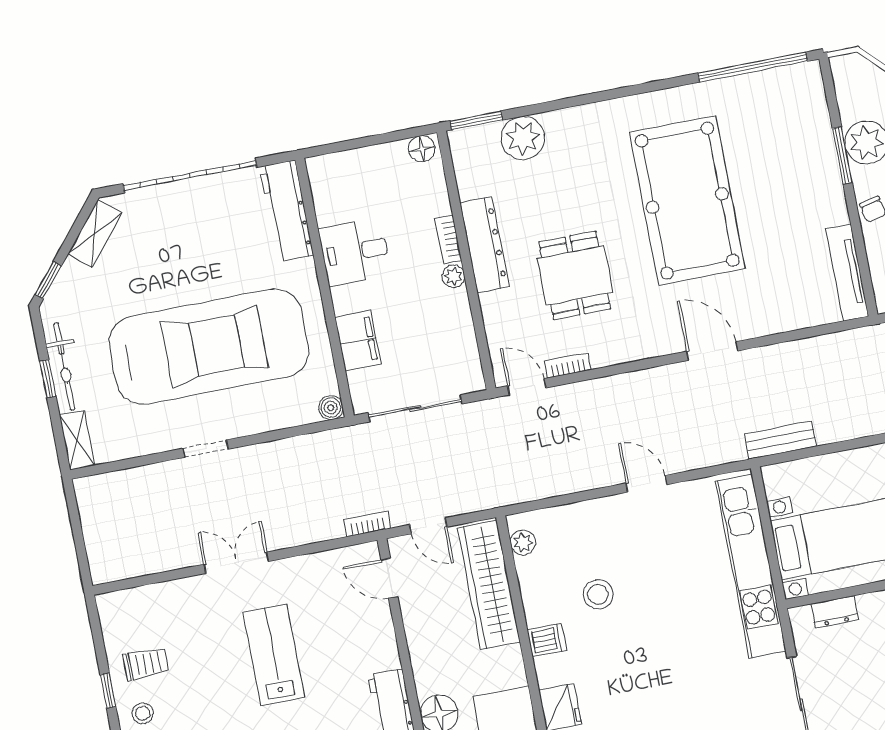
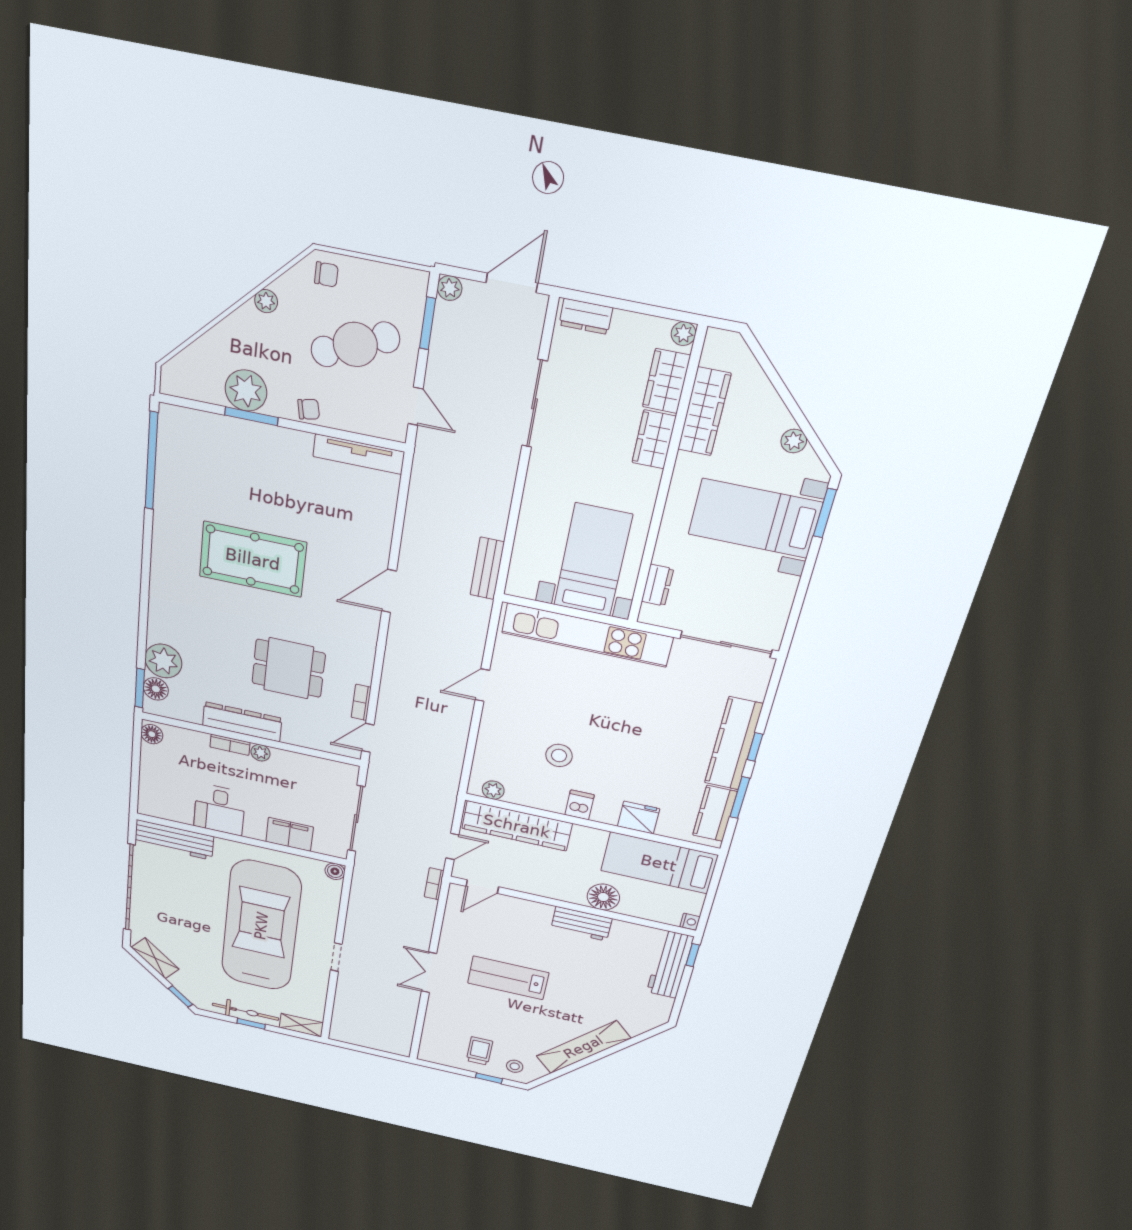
floor lamp: (483, 139) -> (156, 689), added
pool table: (687, 201) -> (253, 559), width x0.73, depth x0.76

